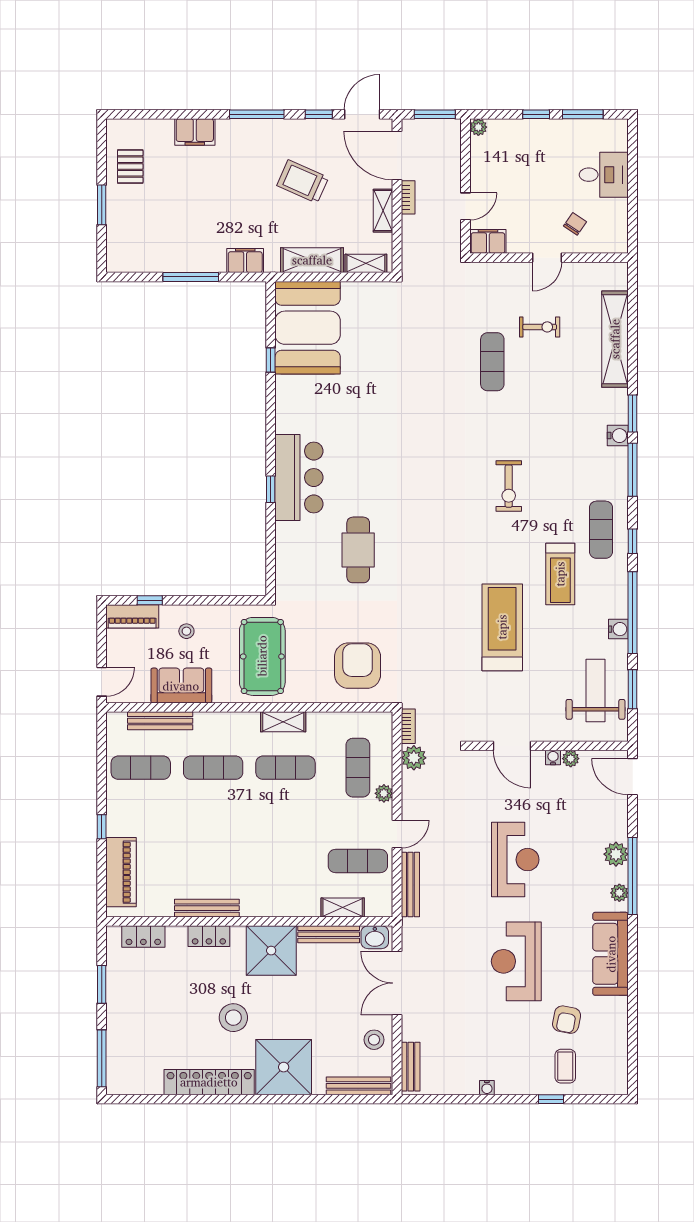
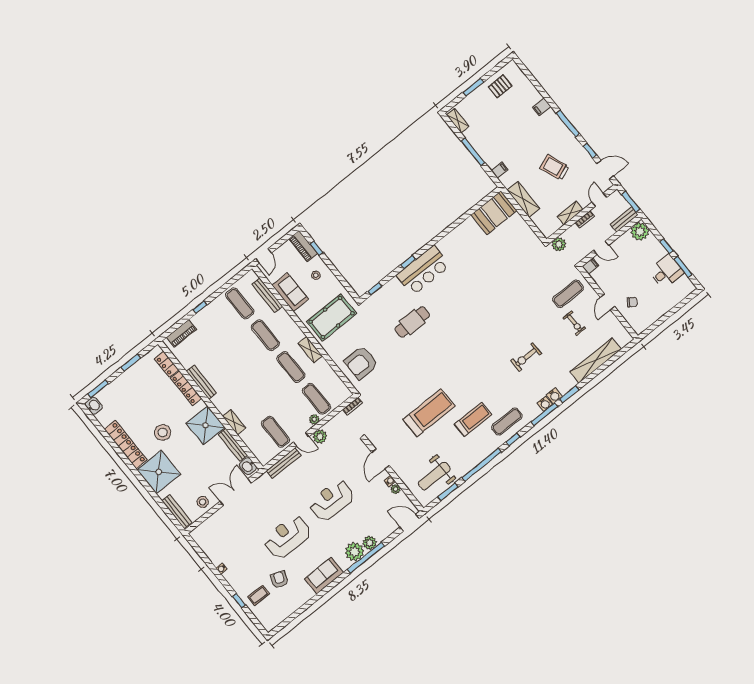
plant: (478, 127) -> (640, 231), width x1.88, depth x1.88
filing cabinet: (195, 132) -> (542, 107), width x0.50
door: (397, 155) -> (599, 200), width x0.53
desk: (604, 175) -> (666, 272), moved, turned -90
trolley: (303, 182) -> (554, 167), turned -45
filing cabinet: (488, 241) -> (590, 266), width x0.50
door: (547, 258) -> (607, 302), hinge flipped
filing cabinet: (245, 260) -> (500, 170), width x0.50
plant: (414, 261) -> (559, 244), added
shelving: (366, 263) -> (458, 121), moved
booth: (308, 328) -> (494, 213), width x0.73, depth x0.70
window: (271, 360) -> (375, 289), moved
exercise mat: (492, 362) -> (568, 294), moved
exercise bike: (509, 486) -> (526, 357), moved
treadmill: (560, 574) -> (473, 419), turned 180
water cooler: (618, 629) -> (545, 404), moved
armchair: (358, 666) -> (361, 363), turned 180
door: (102, 682) -> (264, 256), hinge flipped
weight bench: (596, 691) -> (434, 476), turned 180
plant: (414, 758) -> (320, 436), moved
exercise mat: (358, 768) -> (316, 399), turned 90
door: (633, 777) -> (410, 523), hinge flipped
reception desk: (515, 860) -> (332, 500), turned 180
piano: (121, 872) -> (181, 333), width x0.73, depth x0.75
plant: (619, 893) -> (355, 552), width x1.87, depth x1.87
shelving: (343, 907) -> (234, 422), moved
locker: (209, 936) -> (186, 388), width x1.53
sofa: (611, 954) -> (324, 576), width x0.73
armchair: (567, 1020) -> (279, 580), turned 99
window: (102, 1058) -> (98, 389), width x0.69
bench: (411, 1067) -> (624, 219), moved
washbasin: (120, 1083) -> (94, 406), added

